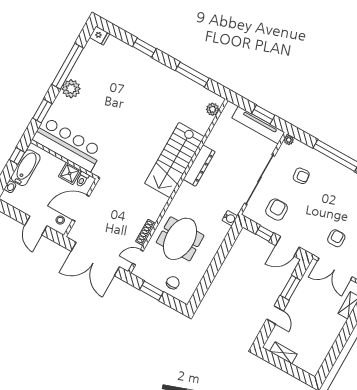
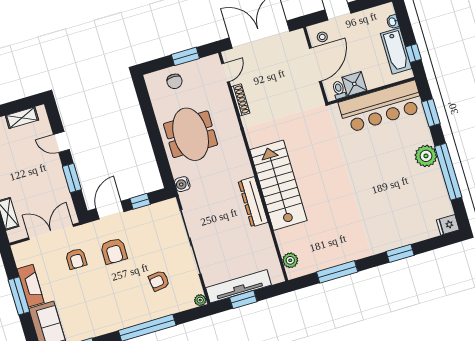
armchair: (277, 210) -> (114, 251), moved
meeting table: (180, 239) -> (191, 134), moved

